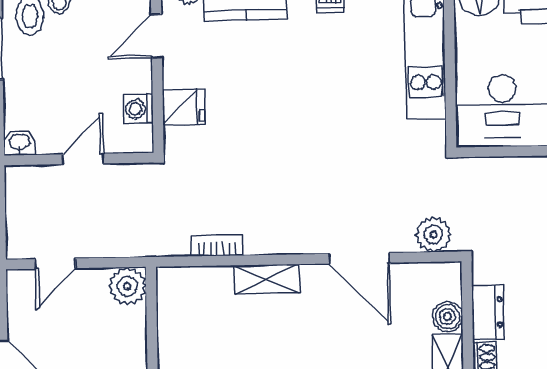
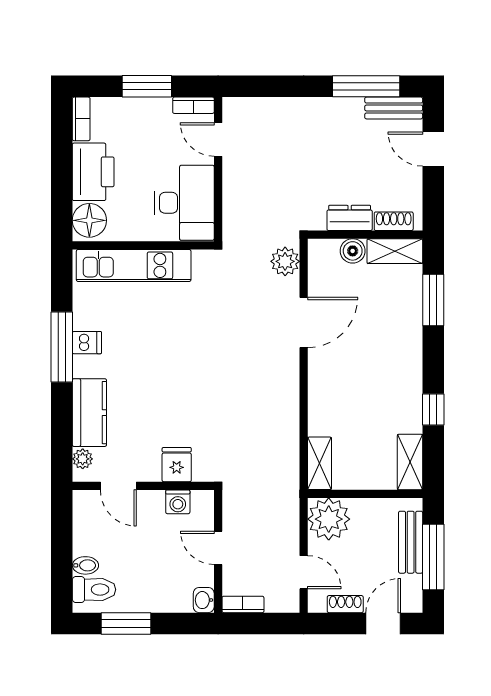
bookcase: (217, 246) -> (243, 604), moved, turned 90
shelving: (267, 279) -> (319, 463), moved
plant: (127, 286) -> (329, 519), width x1.36, depth x1.36
shoe rack: (17, 315) -> (345, 604), added

